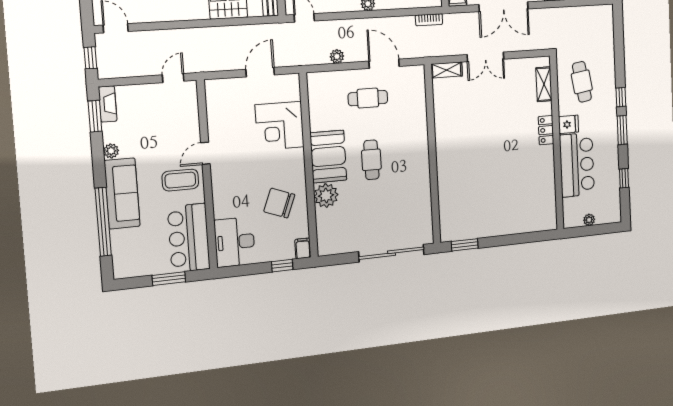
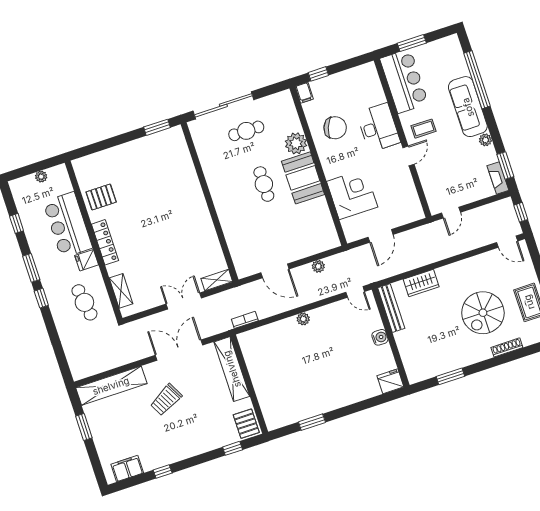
cafe table: (368, 98) -> (246, 131), moved
locker: (546, 130) -> (105, 242), width x1.53
coffee table: (180, 180) -> (423, 129), width x0.73, depth x0.77
pallet: (538, 185) -> (101, 197), added
desk: (235, 242) -> (378, 128), moved

